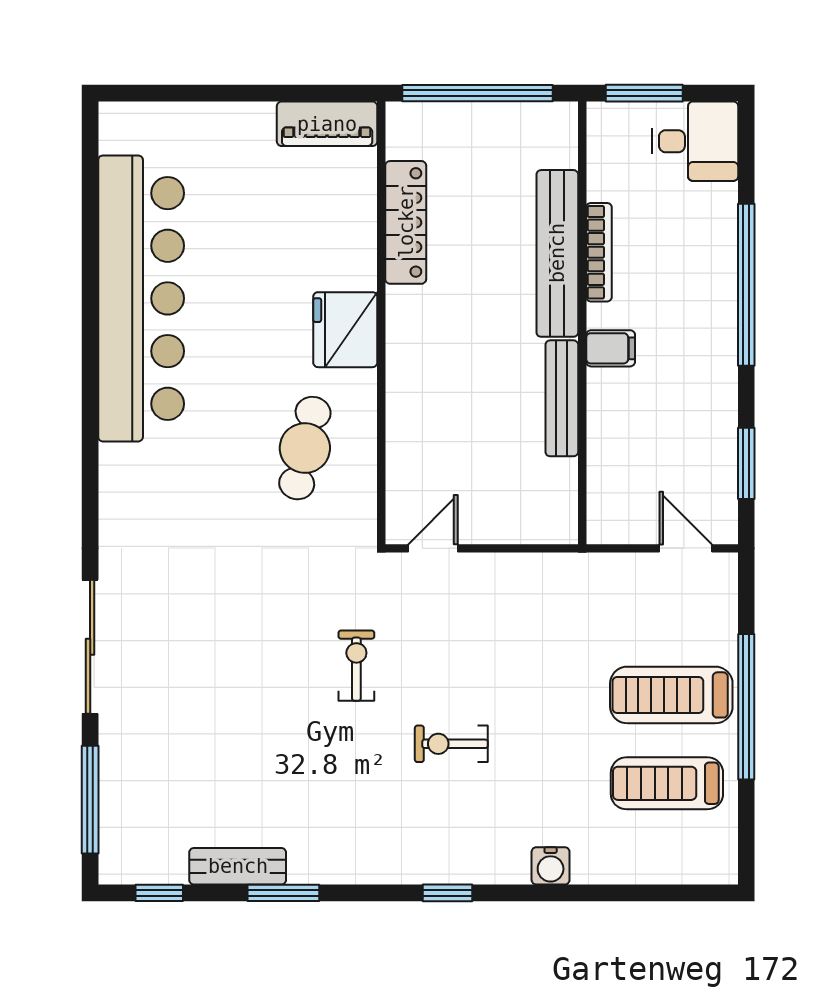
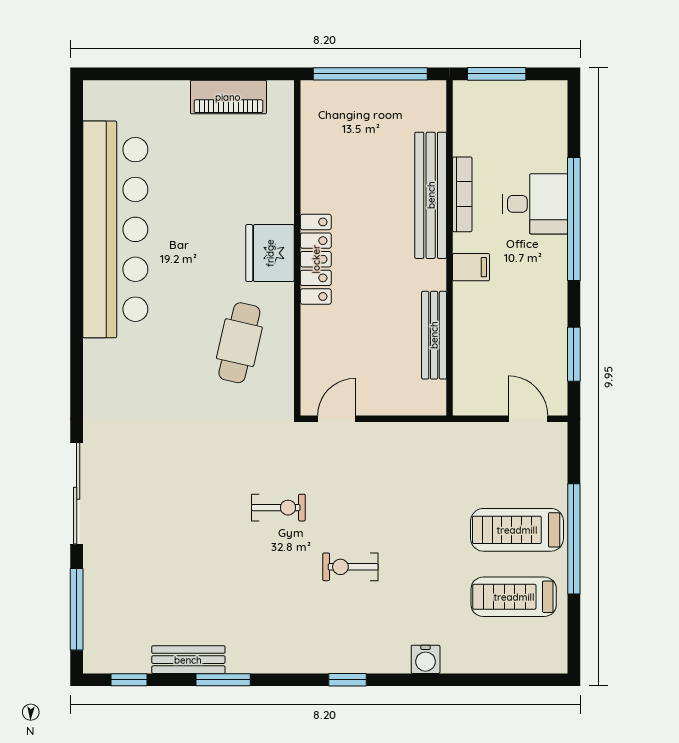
piano: (327, 124) -> (228, 97), moved
desk: (695, 141) -> (535, 204), moved
locker: (406, 222) -> (316, 259), moved
bench: (562, 398) -> (434, 335), moved
exercise bike: (356, 666) -> (278, 508), turned 90

